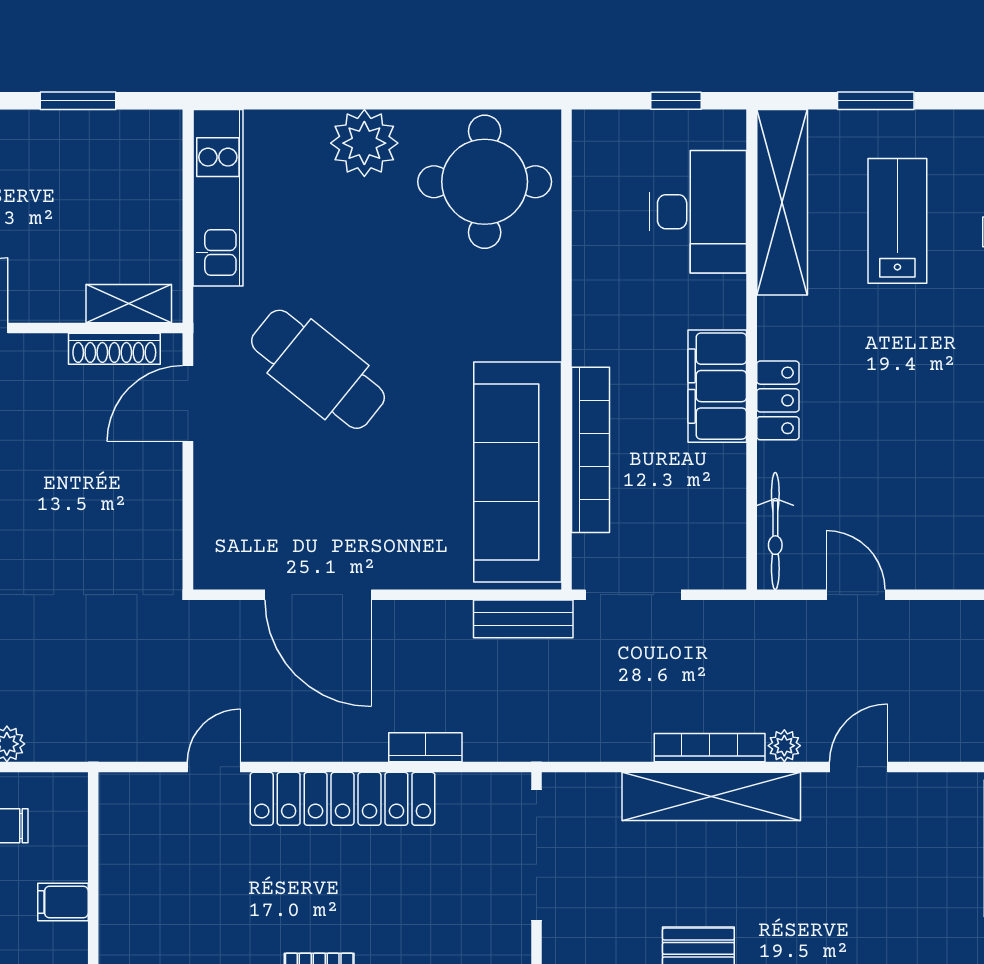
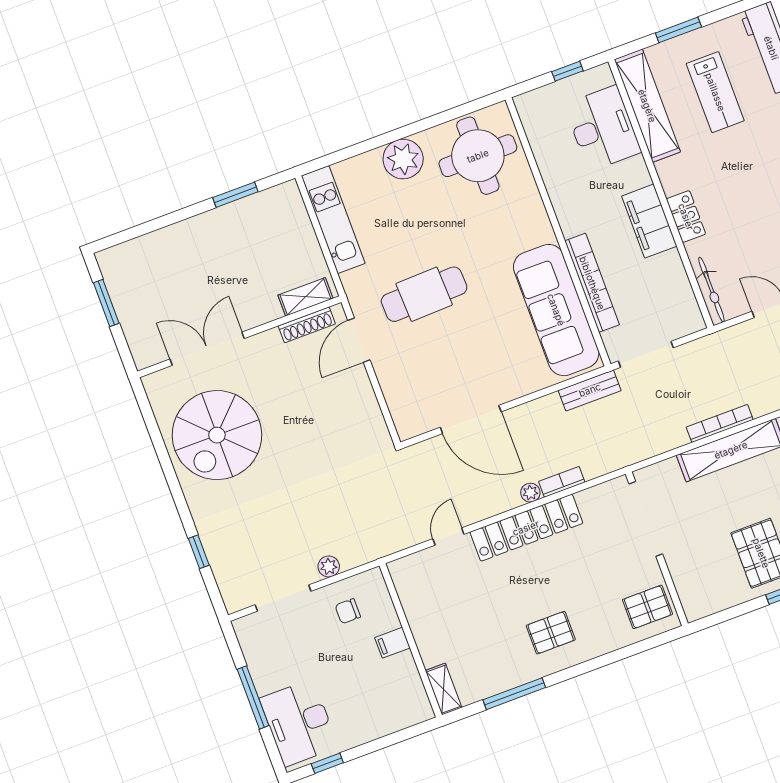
lab bench: (897, 221) -> (715, 92), turned 180
cafe table: (318, 369) -> (424, 294), turned -41
plant: (784, 746) -> (530, 493), moved

